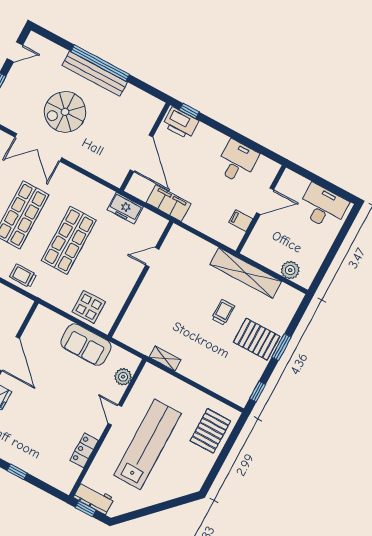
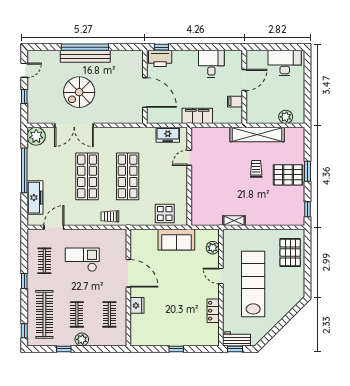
filing cabinet: (169, 203) -> (197, 116), moved
freezer: (125, 208) -> (168, 135), moved

